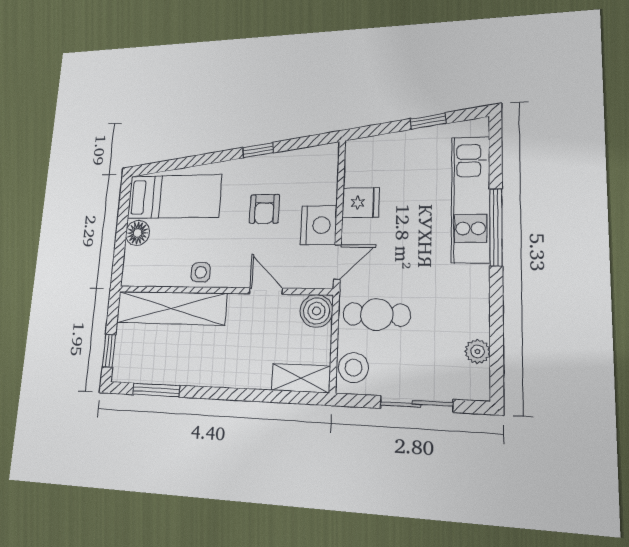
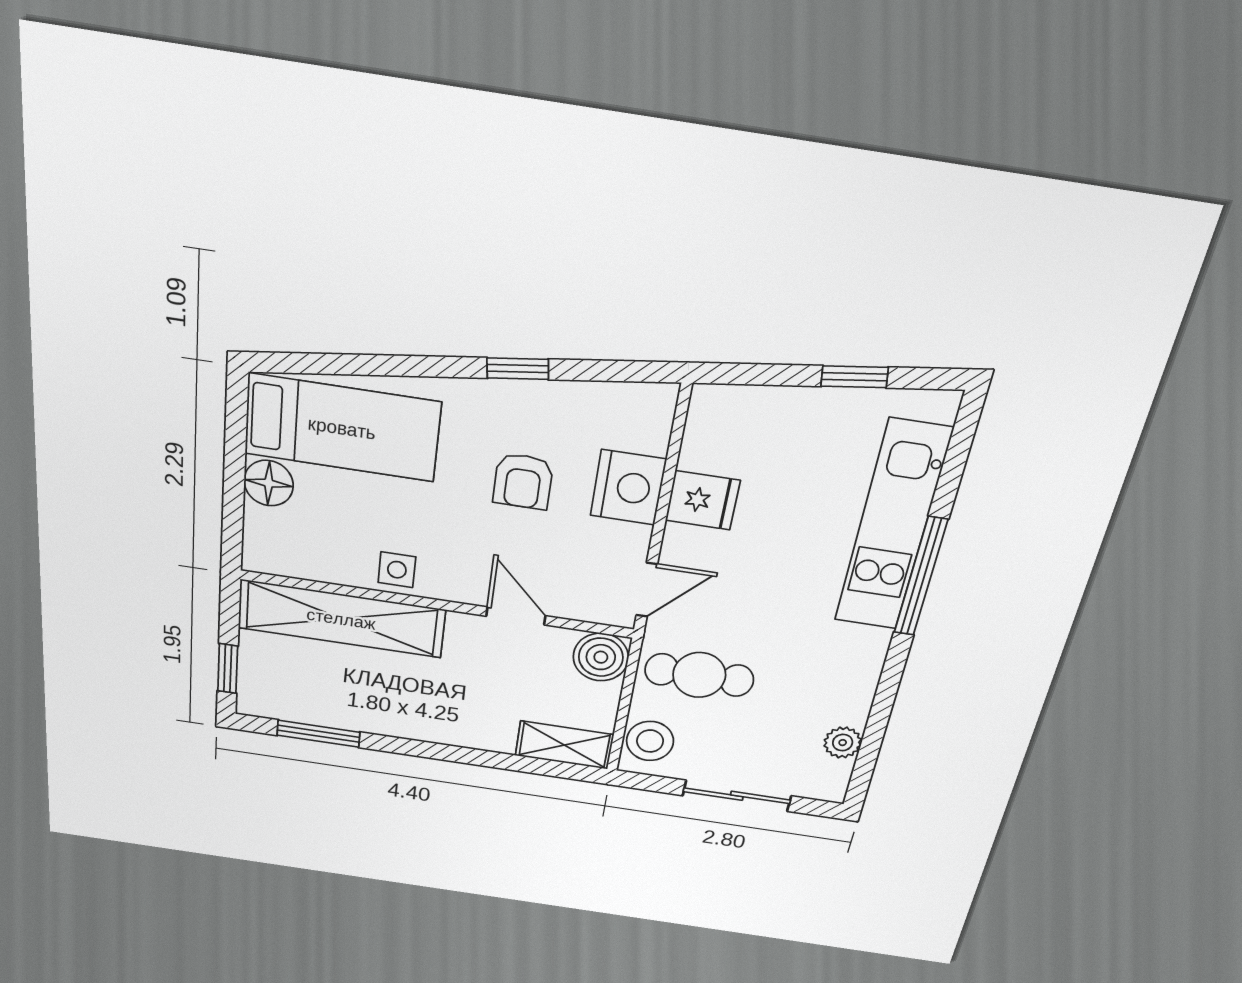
nightstand: (319, 225) -> (628, 487), moved

